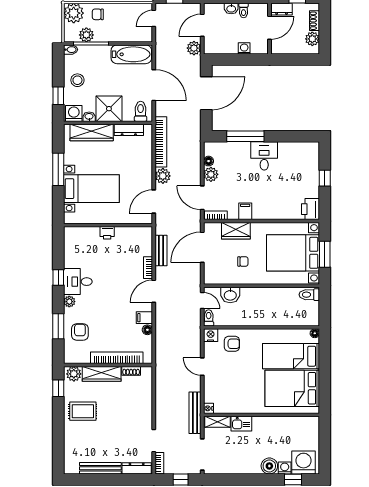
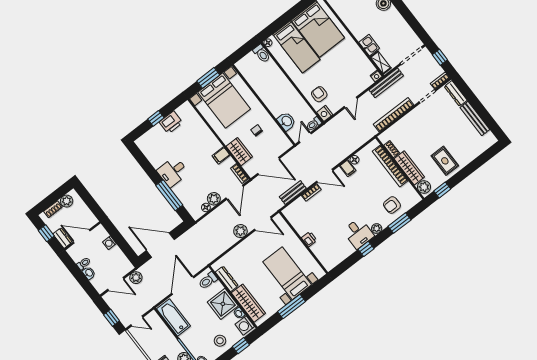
bookcase: (161, 142) -> (394, 115), moved
printer: (310, 209) -> (171, 122), moved
toilet: (309, 295) -> (262, 54), moved

